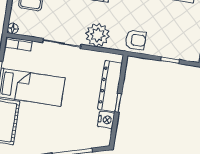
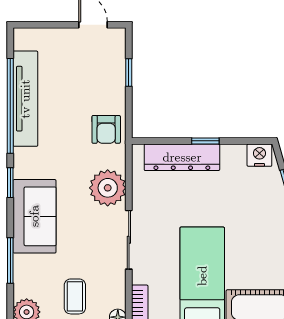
armchair: (136, 40) -> (106, 129), turned 180
nightstand: (106, 120) -> (259, 155), moved

